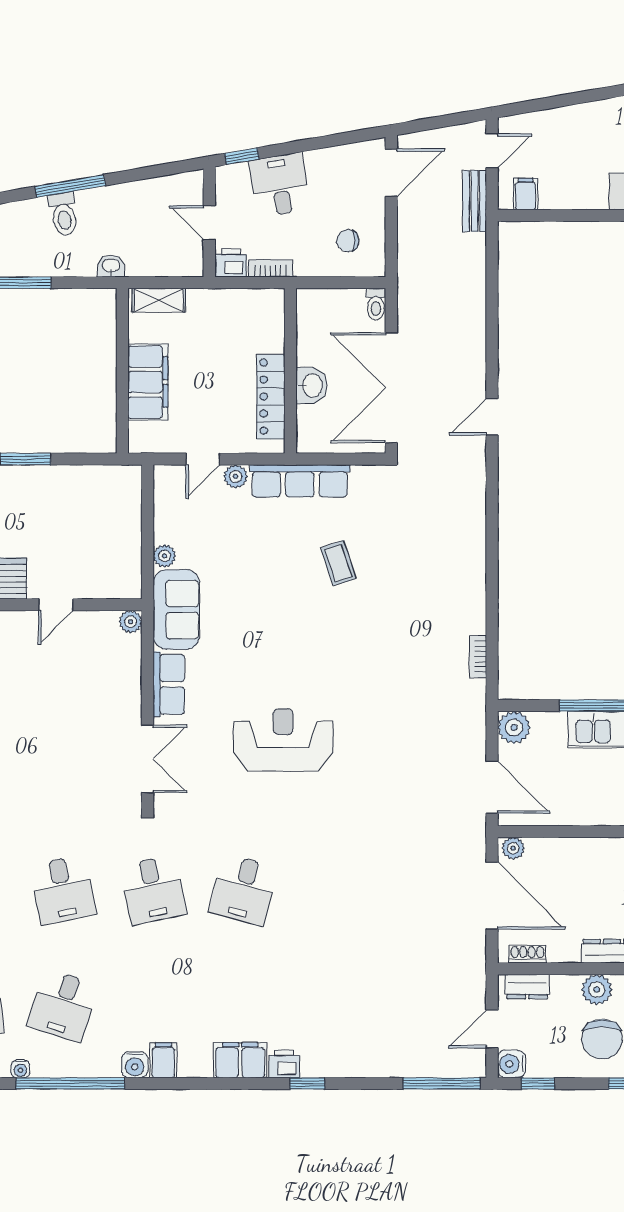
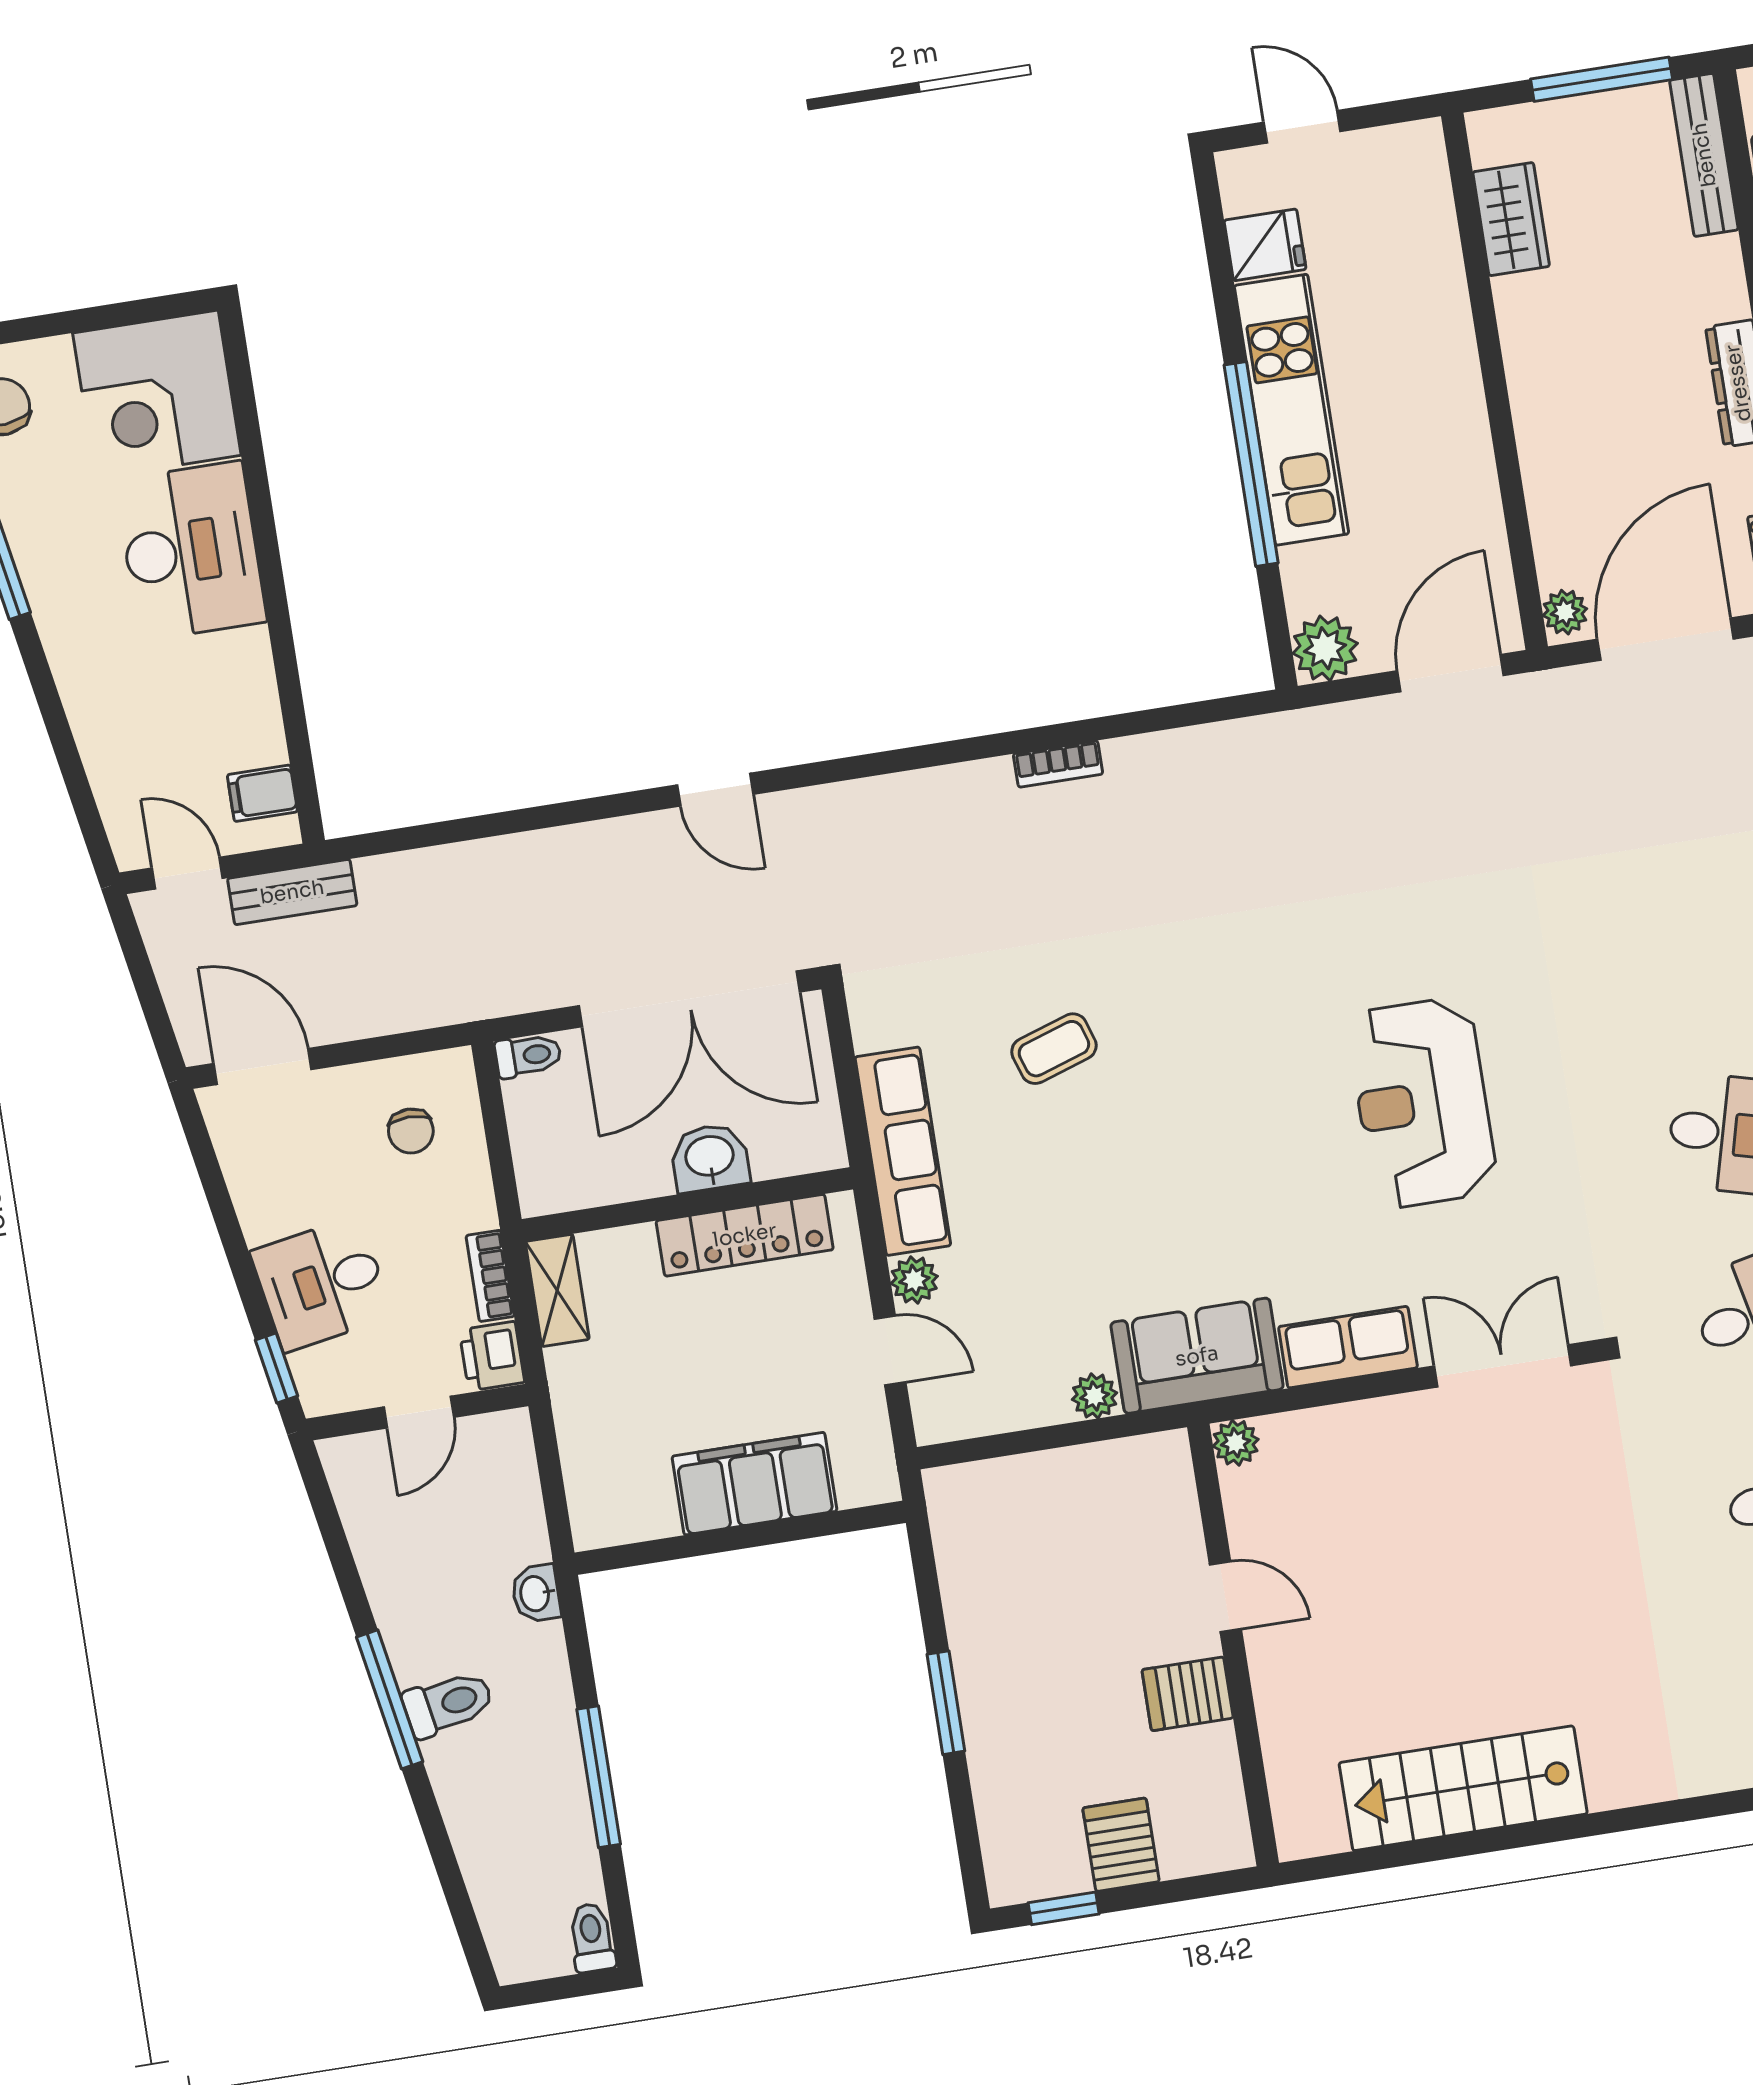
shelving: (159, 300) -> (557, 1290), moved
bookcase: (478, 657) -> (1058, 764), moved

